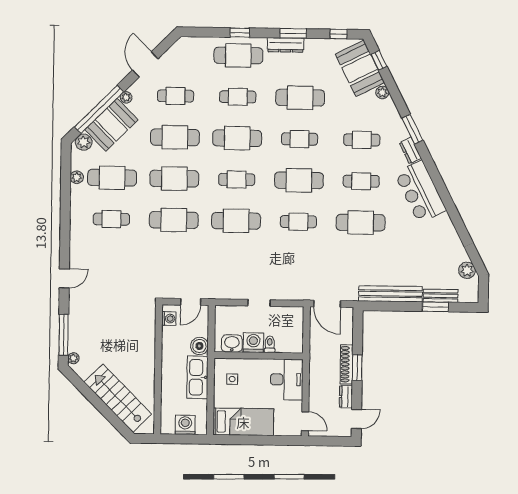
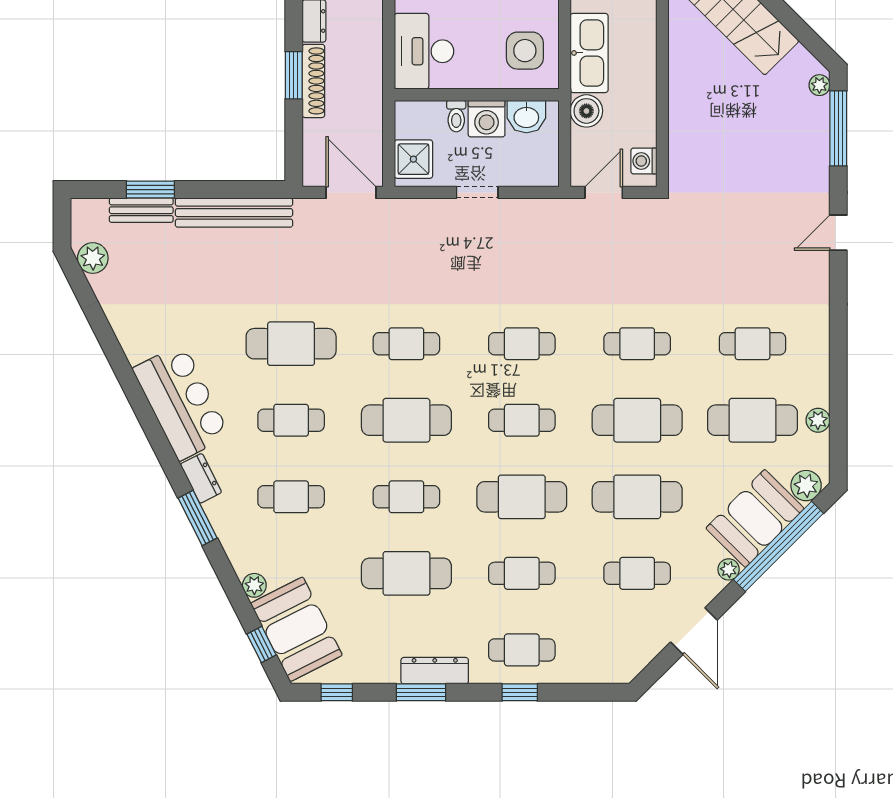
cafe table: (238, 55) -> (522, 650), width x0.73, depth x0.74
cafe table: (174, 220) -> (637, 344), width x0.73, depth x0.74
cafe table: (236, 221) -> (522, 344), width x0.73, depth x0.74
shower: (293, 321) -> (413, 159), added
side table: (232, 379) -> (525, 51), width x1.87, depth x1.87

